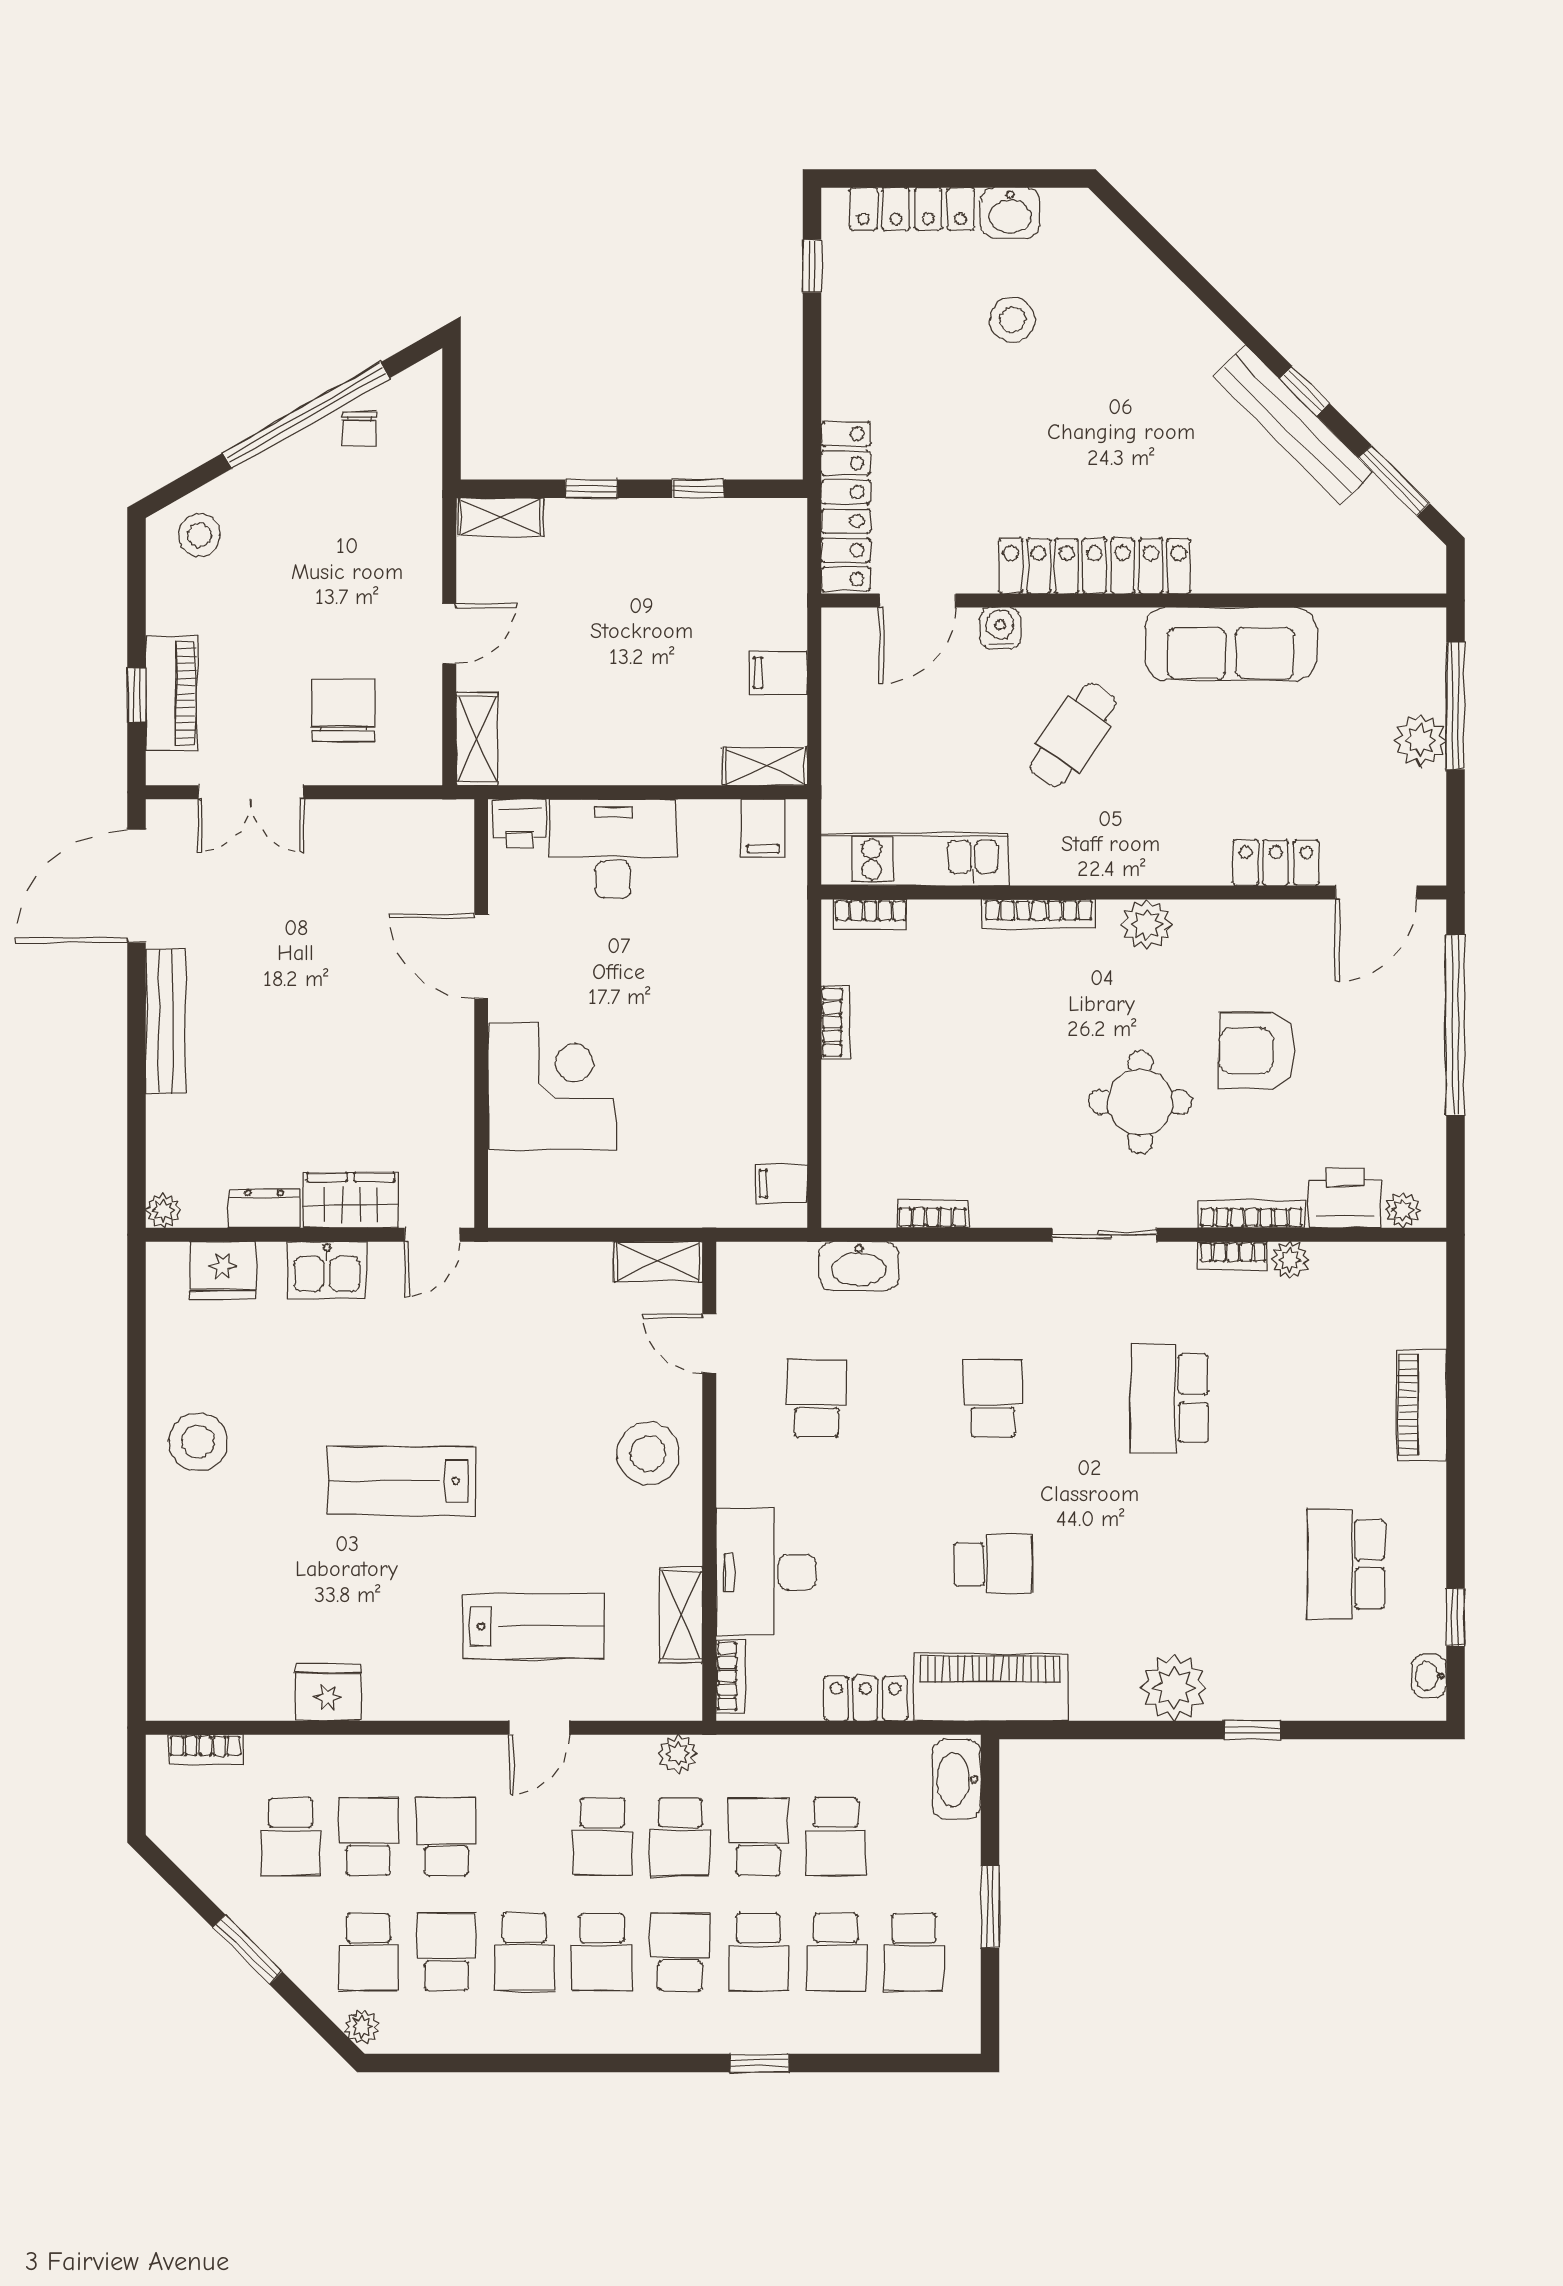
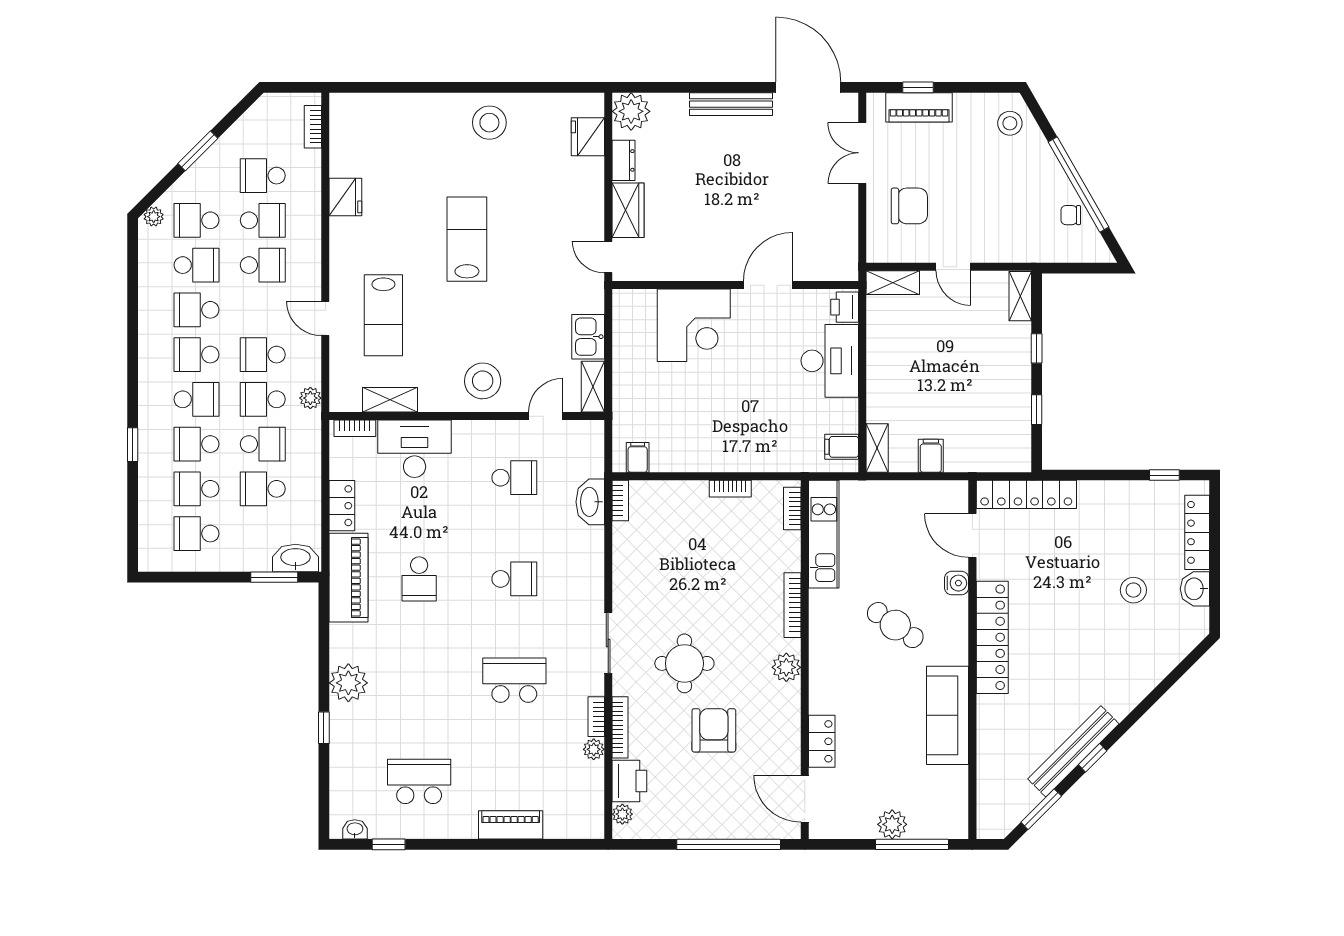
plant: (163, 1210) -> (631, 111), width x1.88, depth x1.88
bookcase: (932, 1214) -> (620, 501), moved
kitchen sink: (327, 1270) -> (588, 337), moved
window: (990, 1907) -> (274, 577), moved

